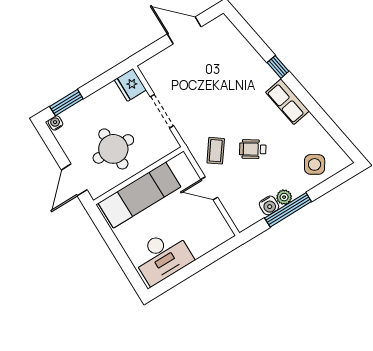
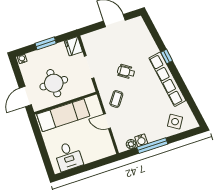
row of seats: (287, 102) -> (167, 79), width x2.02
window: (66, 103) -> (46, 43), moved
wheelchair: (253, 149) -> (126, 72), moved
plant: (284, 197) -> (131, 144), moved
desk: (162, 256) -> (68, 156), width x0.73

